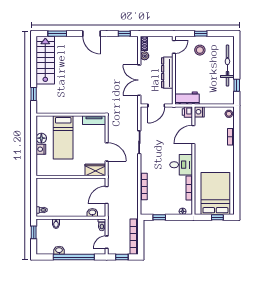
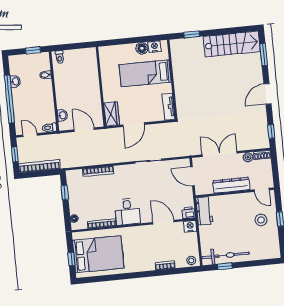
bicycle: (227, 66) -> (225, 255), moved
nightstand: (41, 149) -> (155, 47), moved

